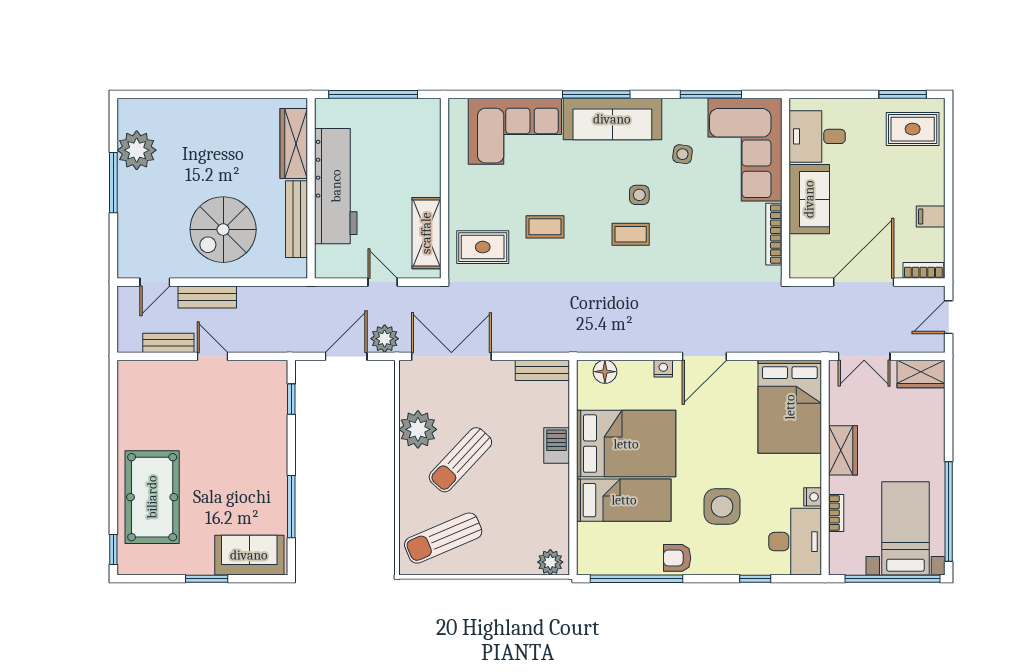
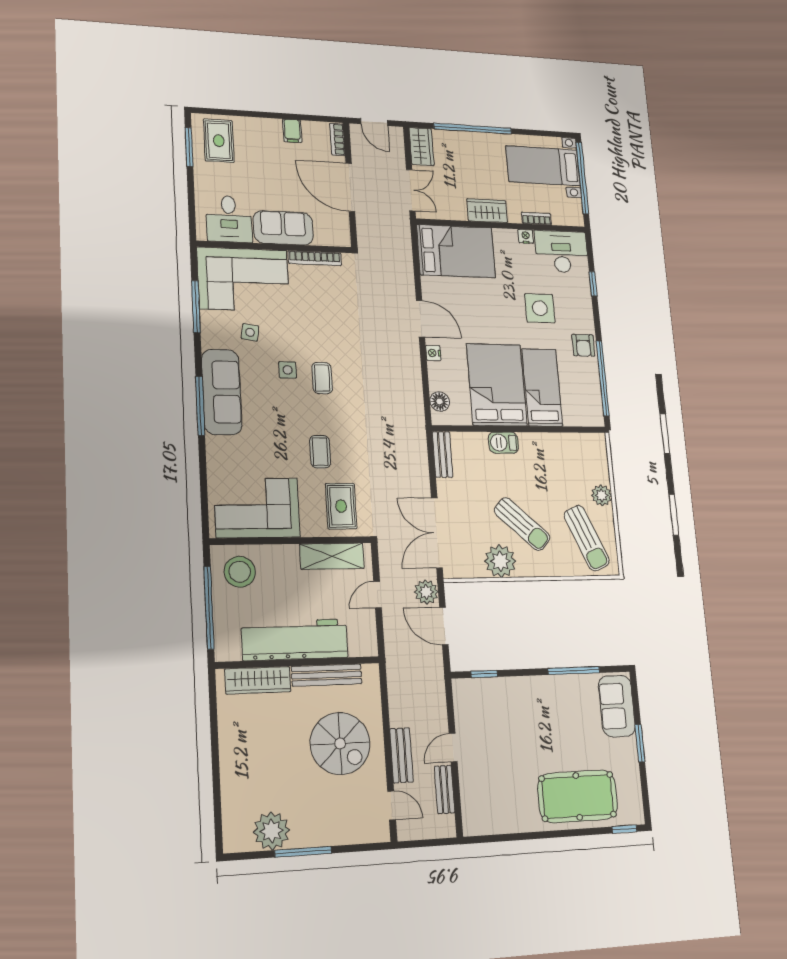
stool: (411, 129) -> (240, 572), added
corner sofa: (515, 131) -> (257, 508), moved, turned -90
window: (949, 511) -> (473, 129), moved
plant: (550, 562) -> (602, 495), moved

